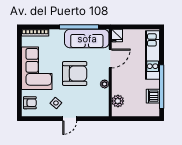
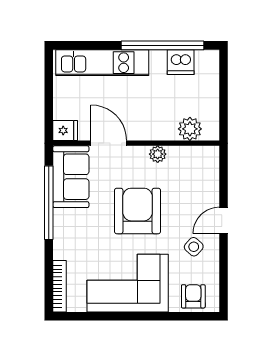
sofa: (87, 39) -> (71, 177), width x0.73
door: (70, 119) -> (223, 220), swing flipped

